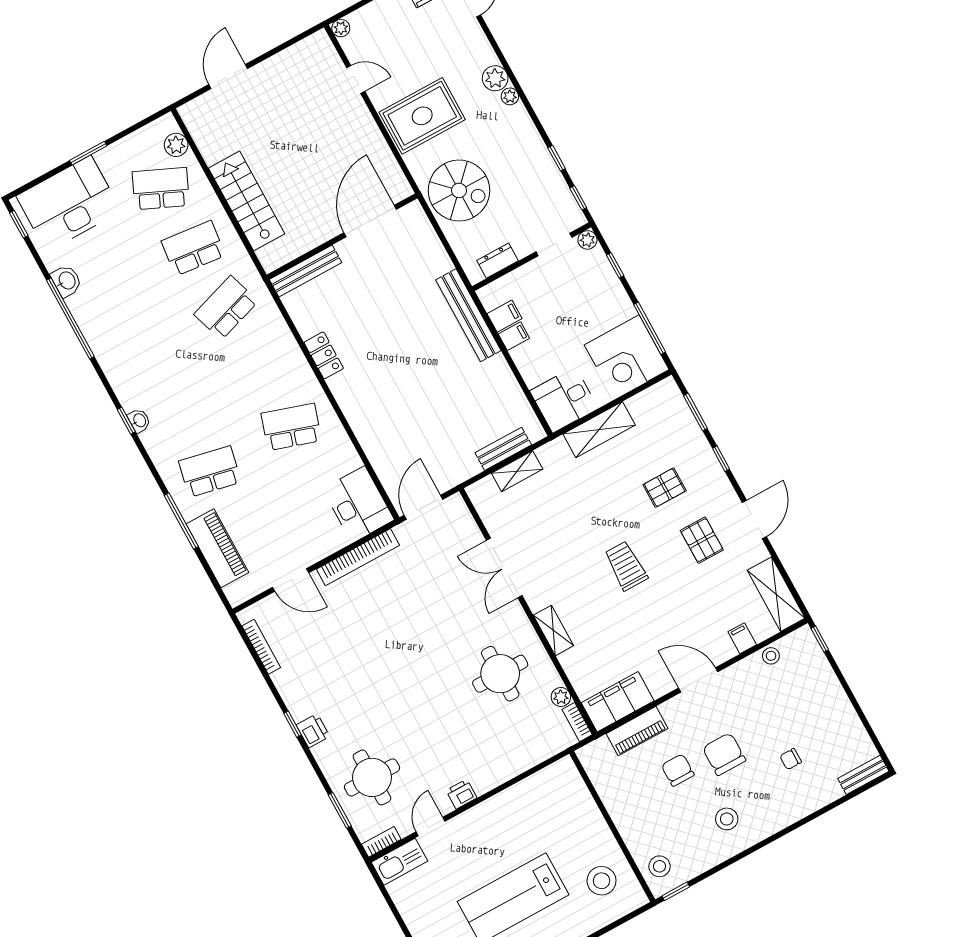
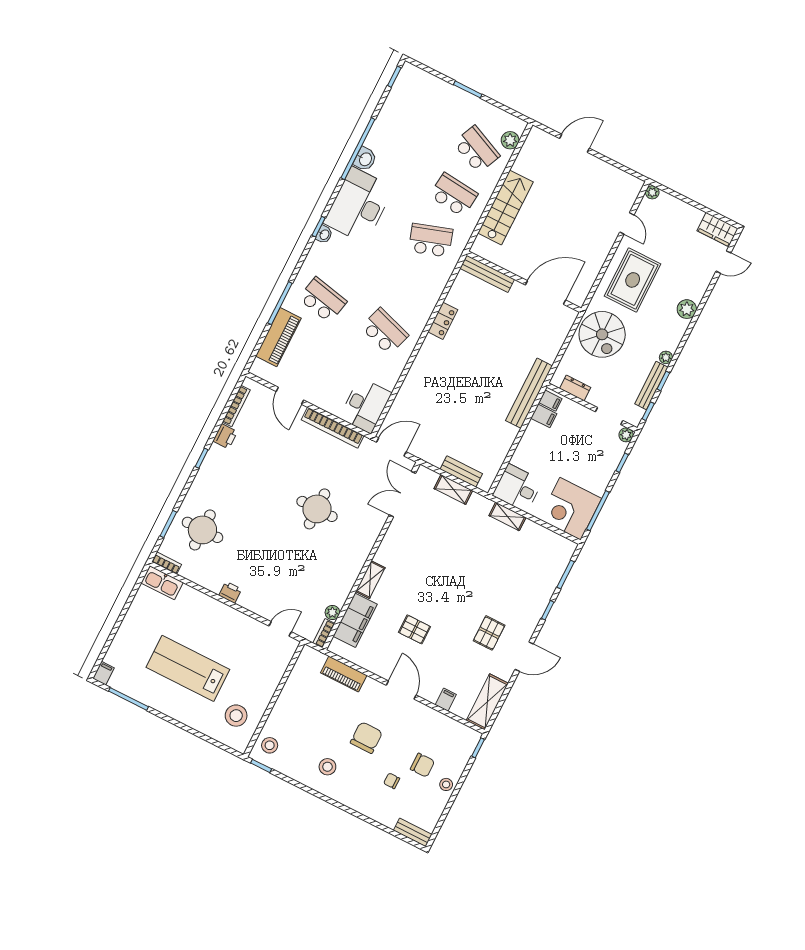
plant: (510, 96) -> (666, 357), moved
rug: (422, 116) -> (633, 280), turned 90
bench: (552, 175) -> (651, 386), added
desk: (69, 204) -> (359, 205), moved, turned -90
washbasin: (66, 281) -> (365, 159), moved
filing cabinet: (514, 336) -> (550, 401), moved
shelving: (599, 430) -> (507, 516), width x0.67, depth x0.75
pallet: (665, 488) -> (415, 629), moved
trolley: (626, 566) -> (441, 597), removed
double door: (504, 568) -> (402, 494), moved
stool: (771, 656) -> (446, 784), moved
round table: (500, 674) -> (317, 509), moved
filing cabinet: (618, 702) -> (355, 620), moved, turned 90
printer: (313, 731) -> (225, 436), moved
chair: (678, 770) -> (422, 765), moved, turned 90
door: (430, 827) -> (280, 629), moved

